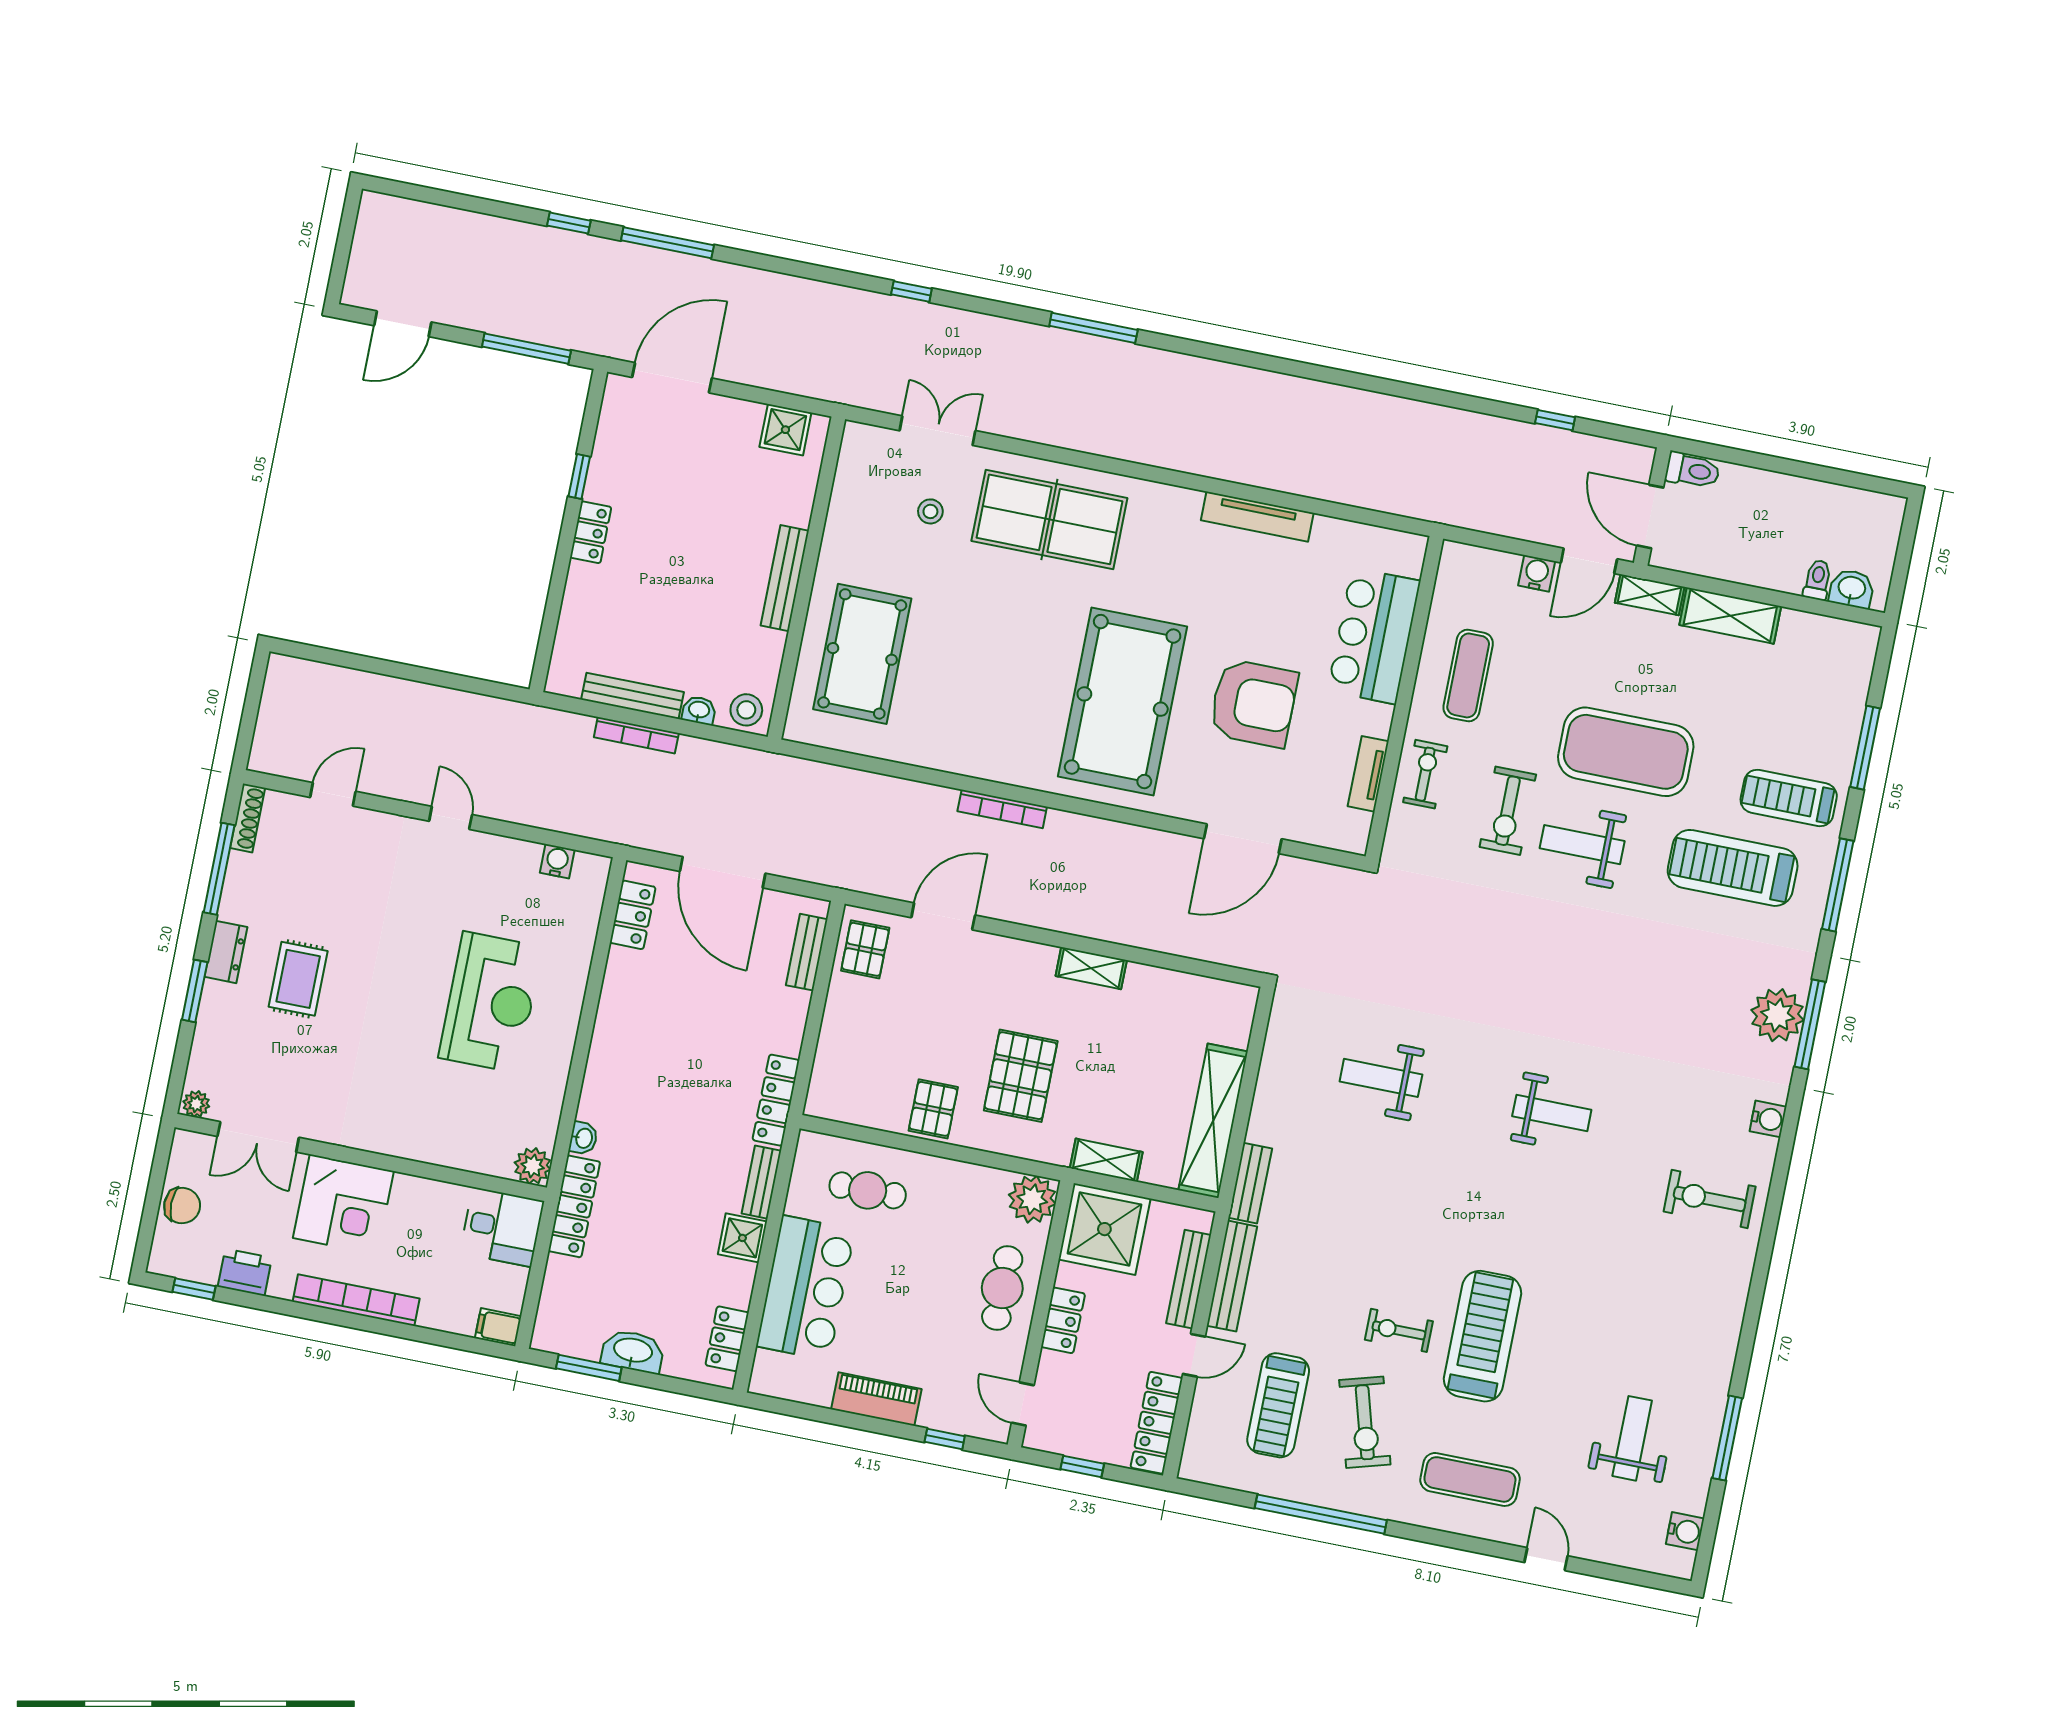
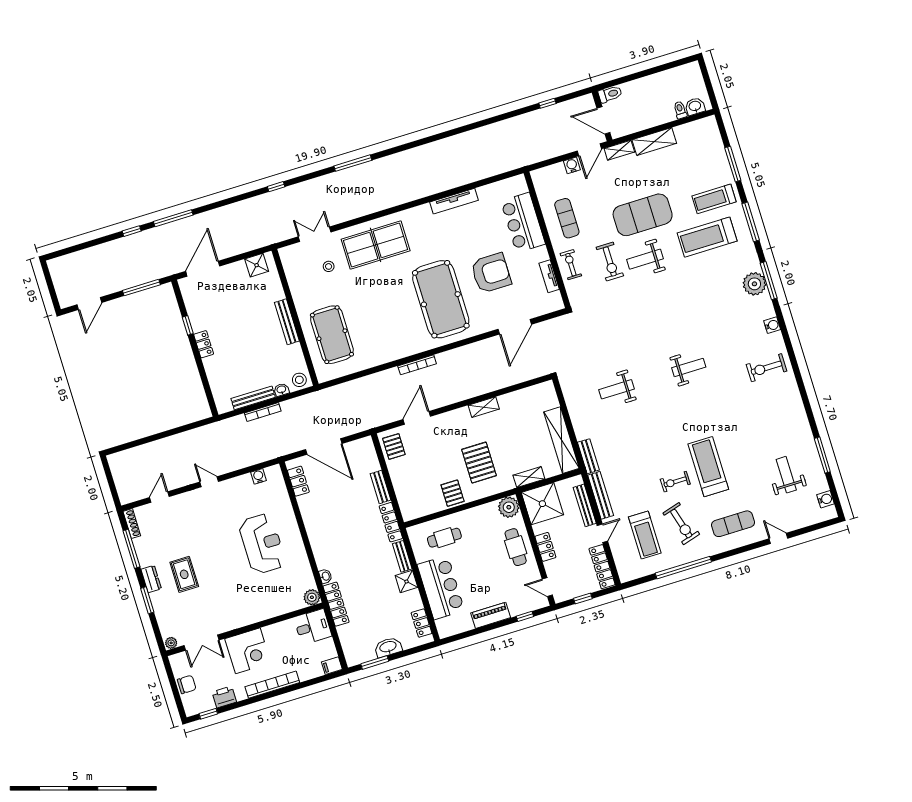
bench: (807, 952) -> (381, 487), moved

